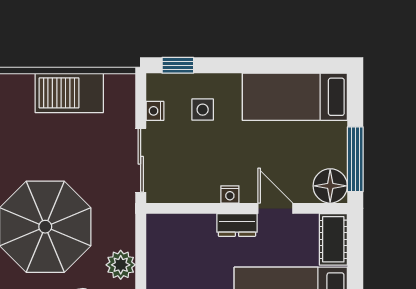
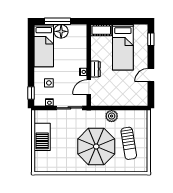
window: (355, 159) -> (57, 21), moved
floor lamp: (330, 186) -> (61, 31), moved
door: (275, 208) -> (89, 87), moved

